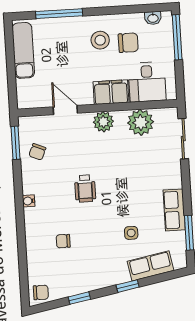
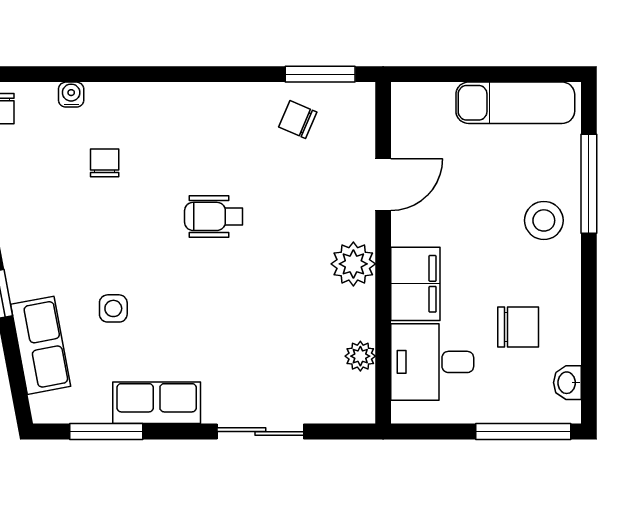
stool: (100, 40) -> (544, 220), moved
chair: (128, 43) -> (518, 327), turned -90
plant: (141, 122) -> (360, 356), width x0.53, depth x0.53
sliding door: (183, 139) -> (260, 432), moved
water cooler: (29, 201) -> (71, 95), moved

